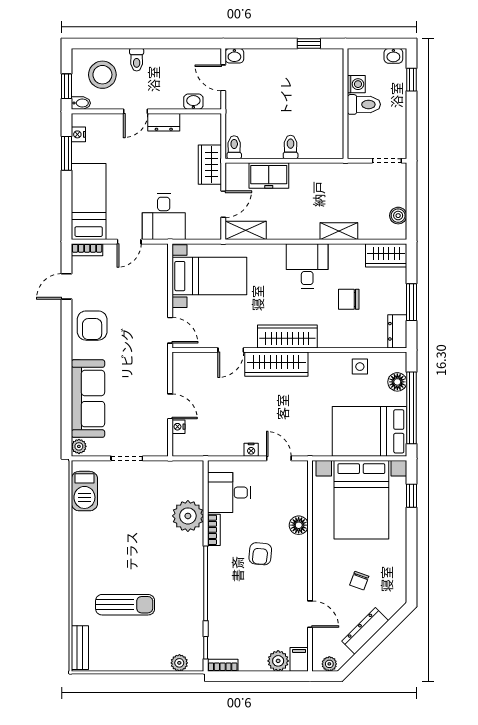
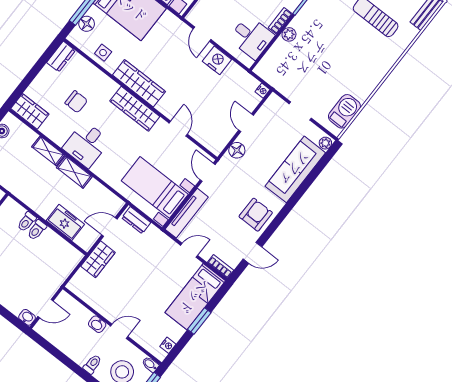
door: (223, 78) -> (45, 309), hinge flipped
washbasin: (193, 102) -> (97, 324), moved
dresser: (164, 122) -> (136, 220), moved, turned 180
toilet: (234, 147) -> (27, 222), moved
window: (67, 153) -> (199, 321), moved
desk: (164, 216) -> (154, 249), removed
shelving: (246, 230) -> (74, 172), moved
tv unit: (159, 275) -> (187, 213), added
window: (412, 302) -> (37, 68), removed
door: (231, 350) -> (178, 129), hinge flipped
wardrobe: (276, 364) -> (139, 83), moved
floor lamp: (158, 373) -> (237, 150), added
nightstand: (179, 427) -> (262, 91), moved
nightstand: (251, 450) -> (217, 60), width x1.89, depth x1.79
plant: (188, 516) -> (289, 34), width x0.53, depth x0.53

